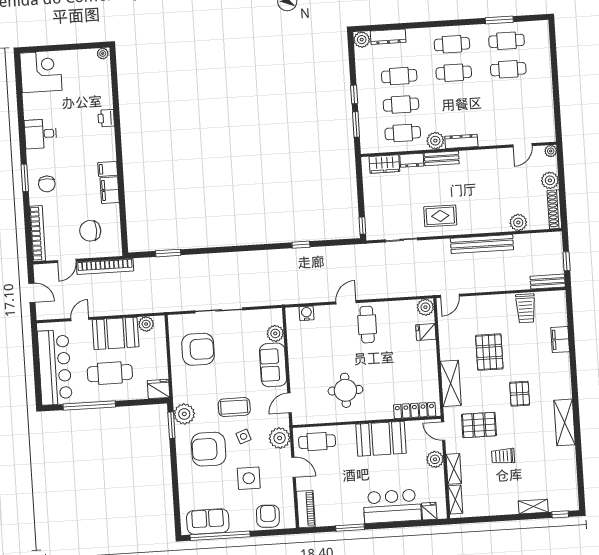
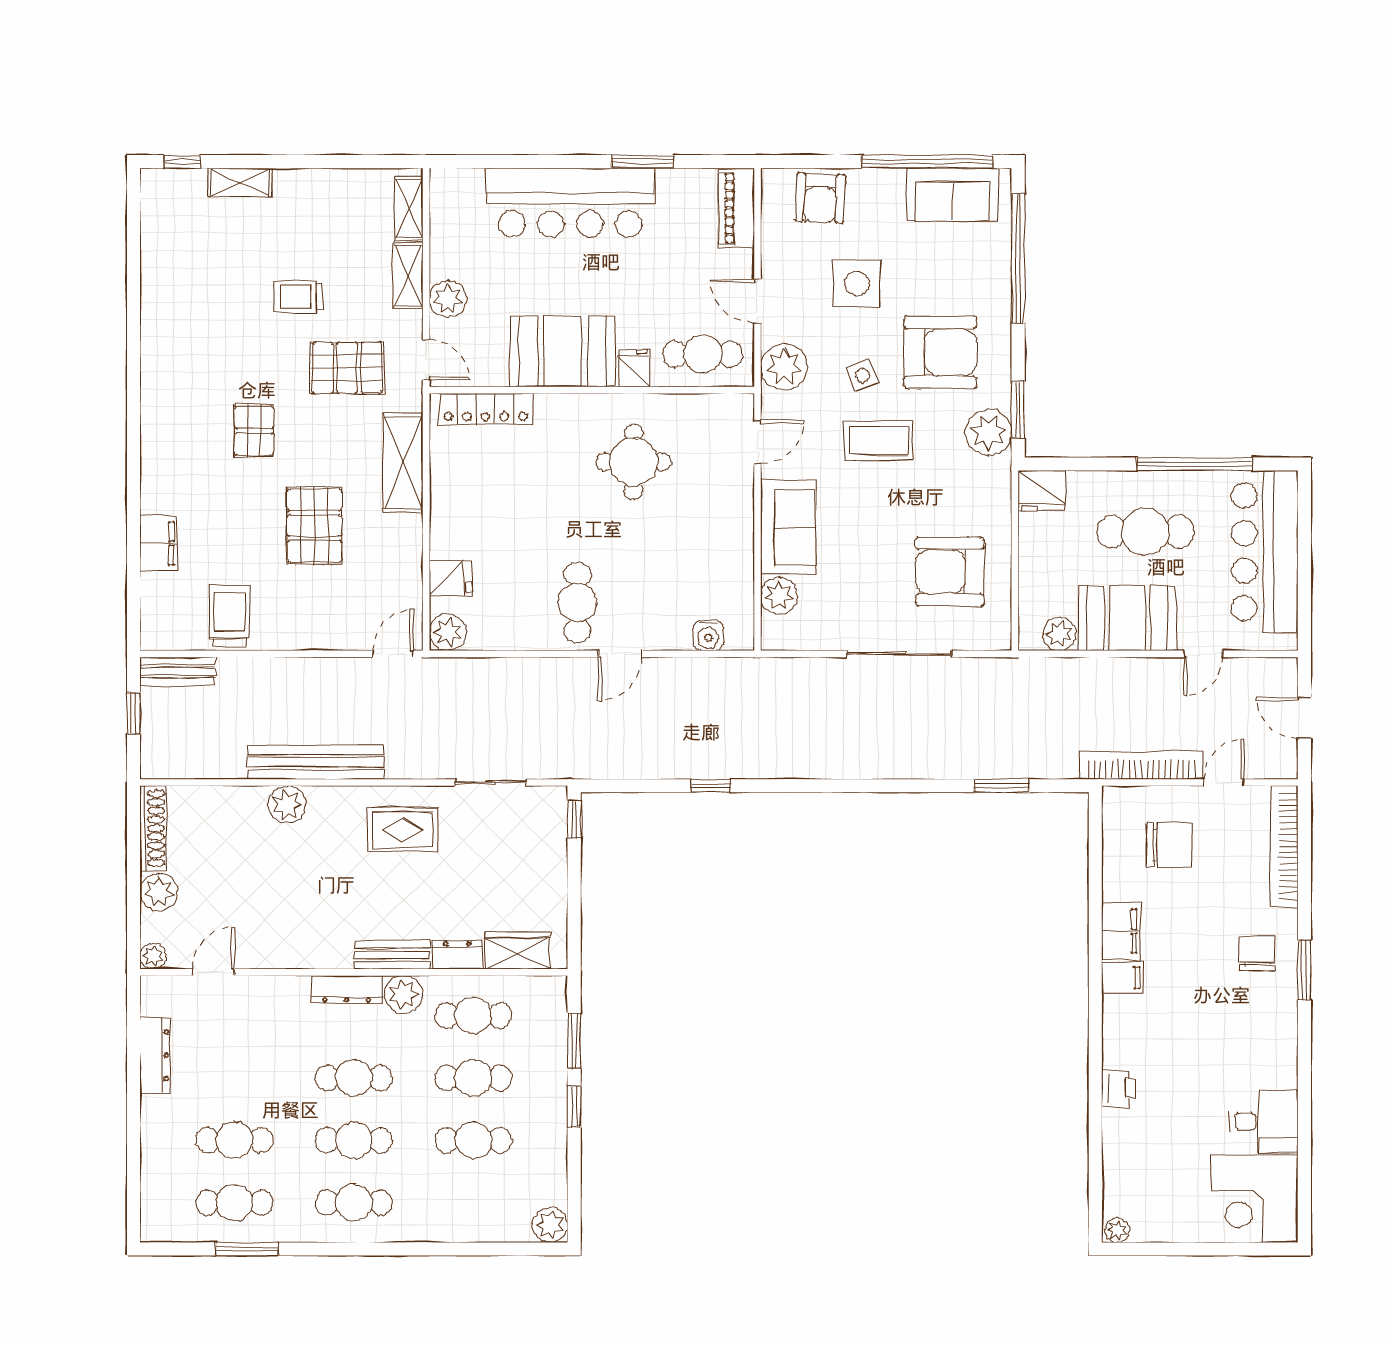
dresser: (388, 37) -> (155, 1055), moved, turned 90
cafe table: (456, 101) -> (354, 1078), added
desk: (41, 134) -> (1264, 1121), moved
plant: (518, 222) -> (287, 804), moved
shelving: (565, 422) -> (160, 362), removed
trolley: (503, 456) -> (299, 297), turned 180
window: (176, 494) -> (1018, 259), added
bar counter: (392, 506) -> (570, 203), width x1.36
fridge: (429, 511) -> (634, 368), moved, turned 180

